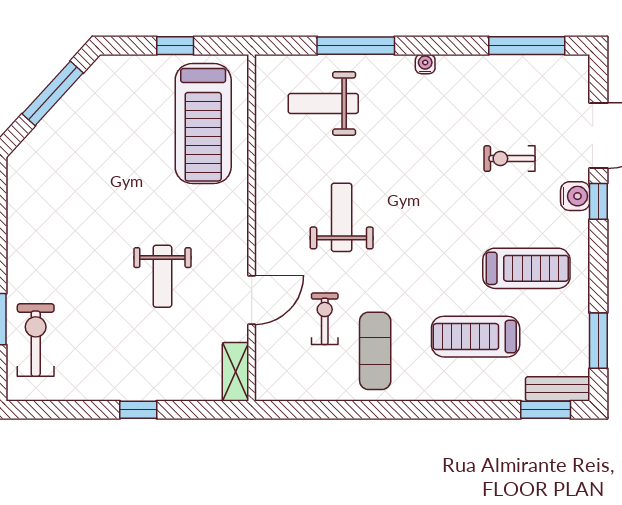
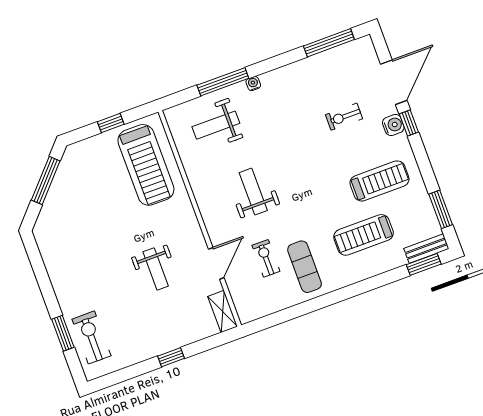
water cooler: (425, 64) -> (253, 84), moved

